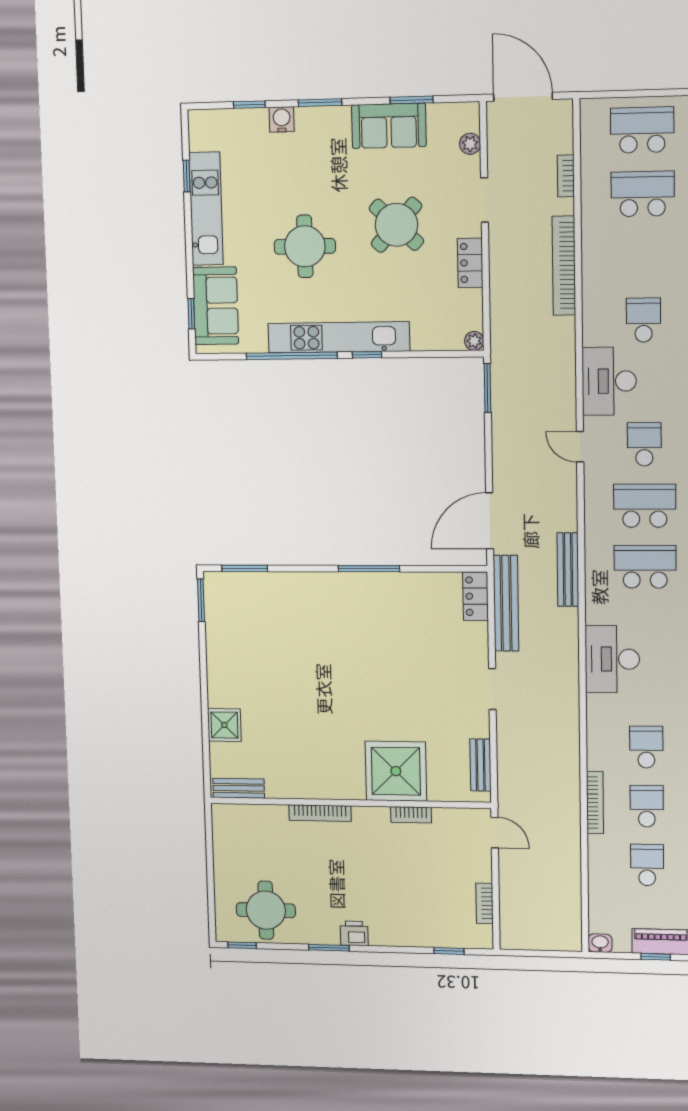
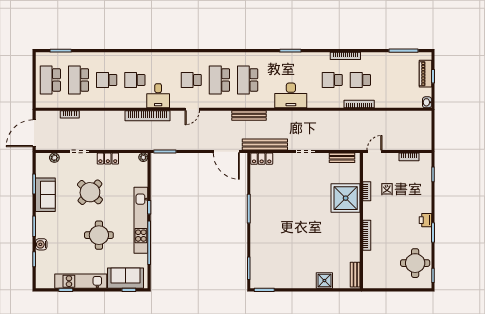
bookcase: (564, 266) -> (147, 116), moved
desk: (609, 381) -> (158, 96), width x0.73
school desk: (647, 865) -> (107, 80), moved

